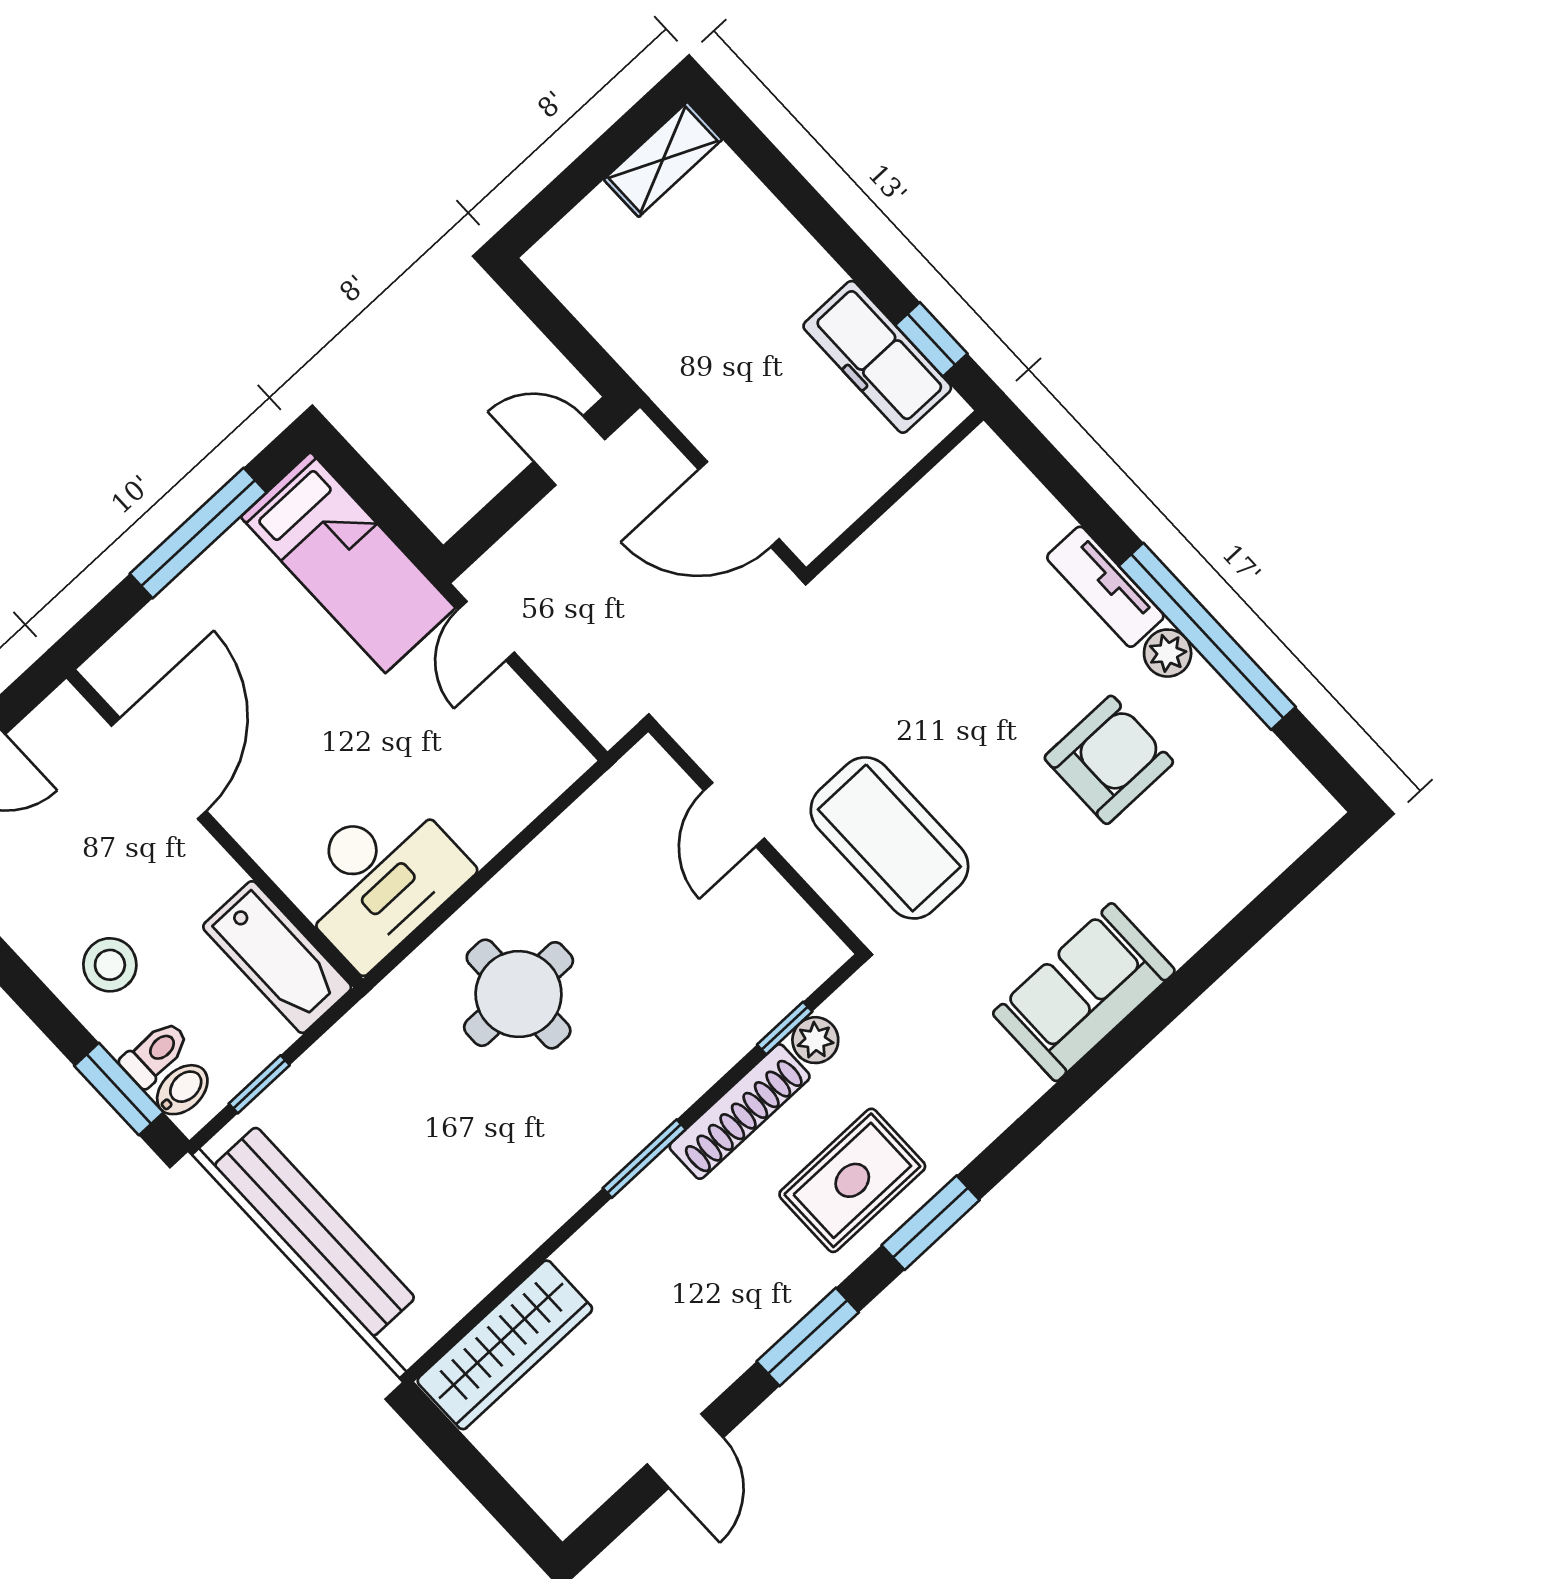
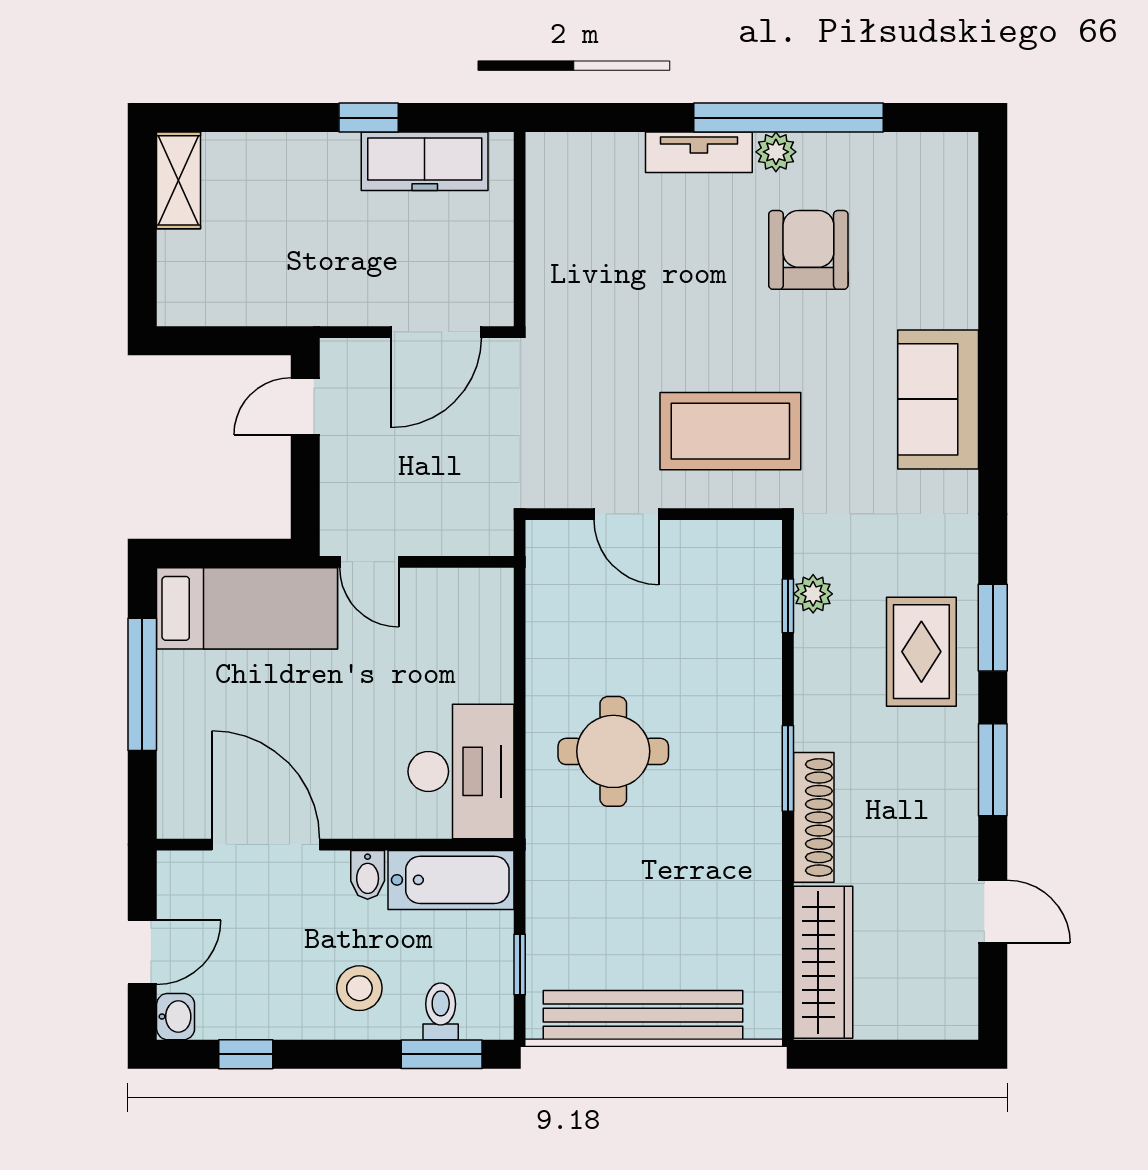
window: (931, 339) -> (369, 118), moved
bidet: (182, 1090) -> (368, 875), moved, turned 180
shoe rack: (740, 1112) -> (814, 817), moved

